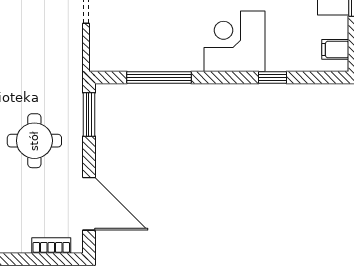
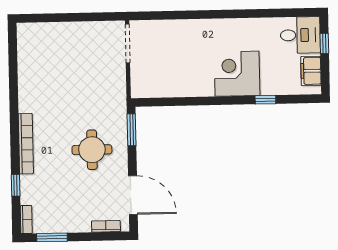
filing cabinet: (335, 49) -> (311, 71), width x2.00
window: (159, 77) -> (182, 101), removed

